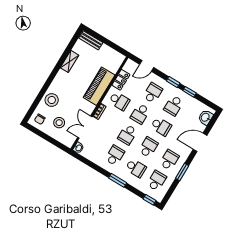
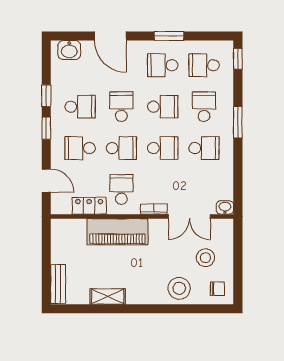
school desk: (148, 147) -> (163, 107), turned 180
school desk: (115, 155) -> (204, 148), turned 180

